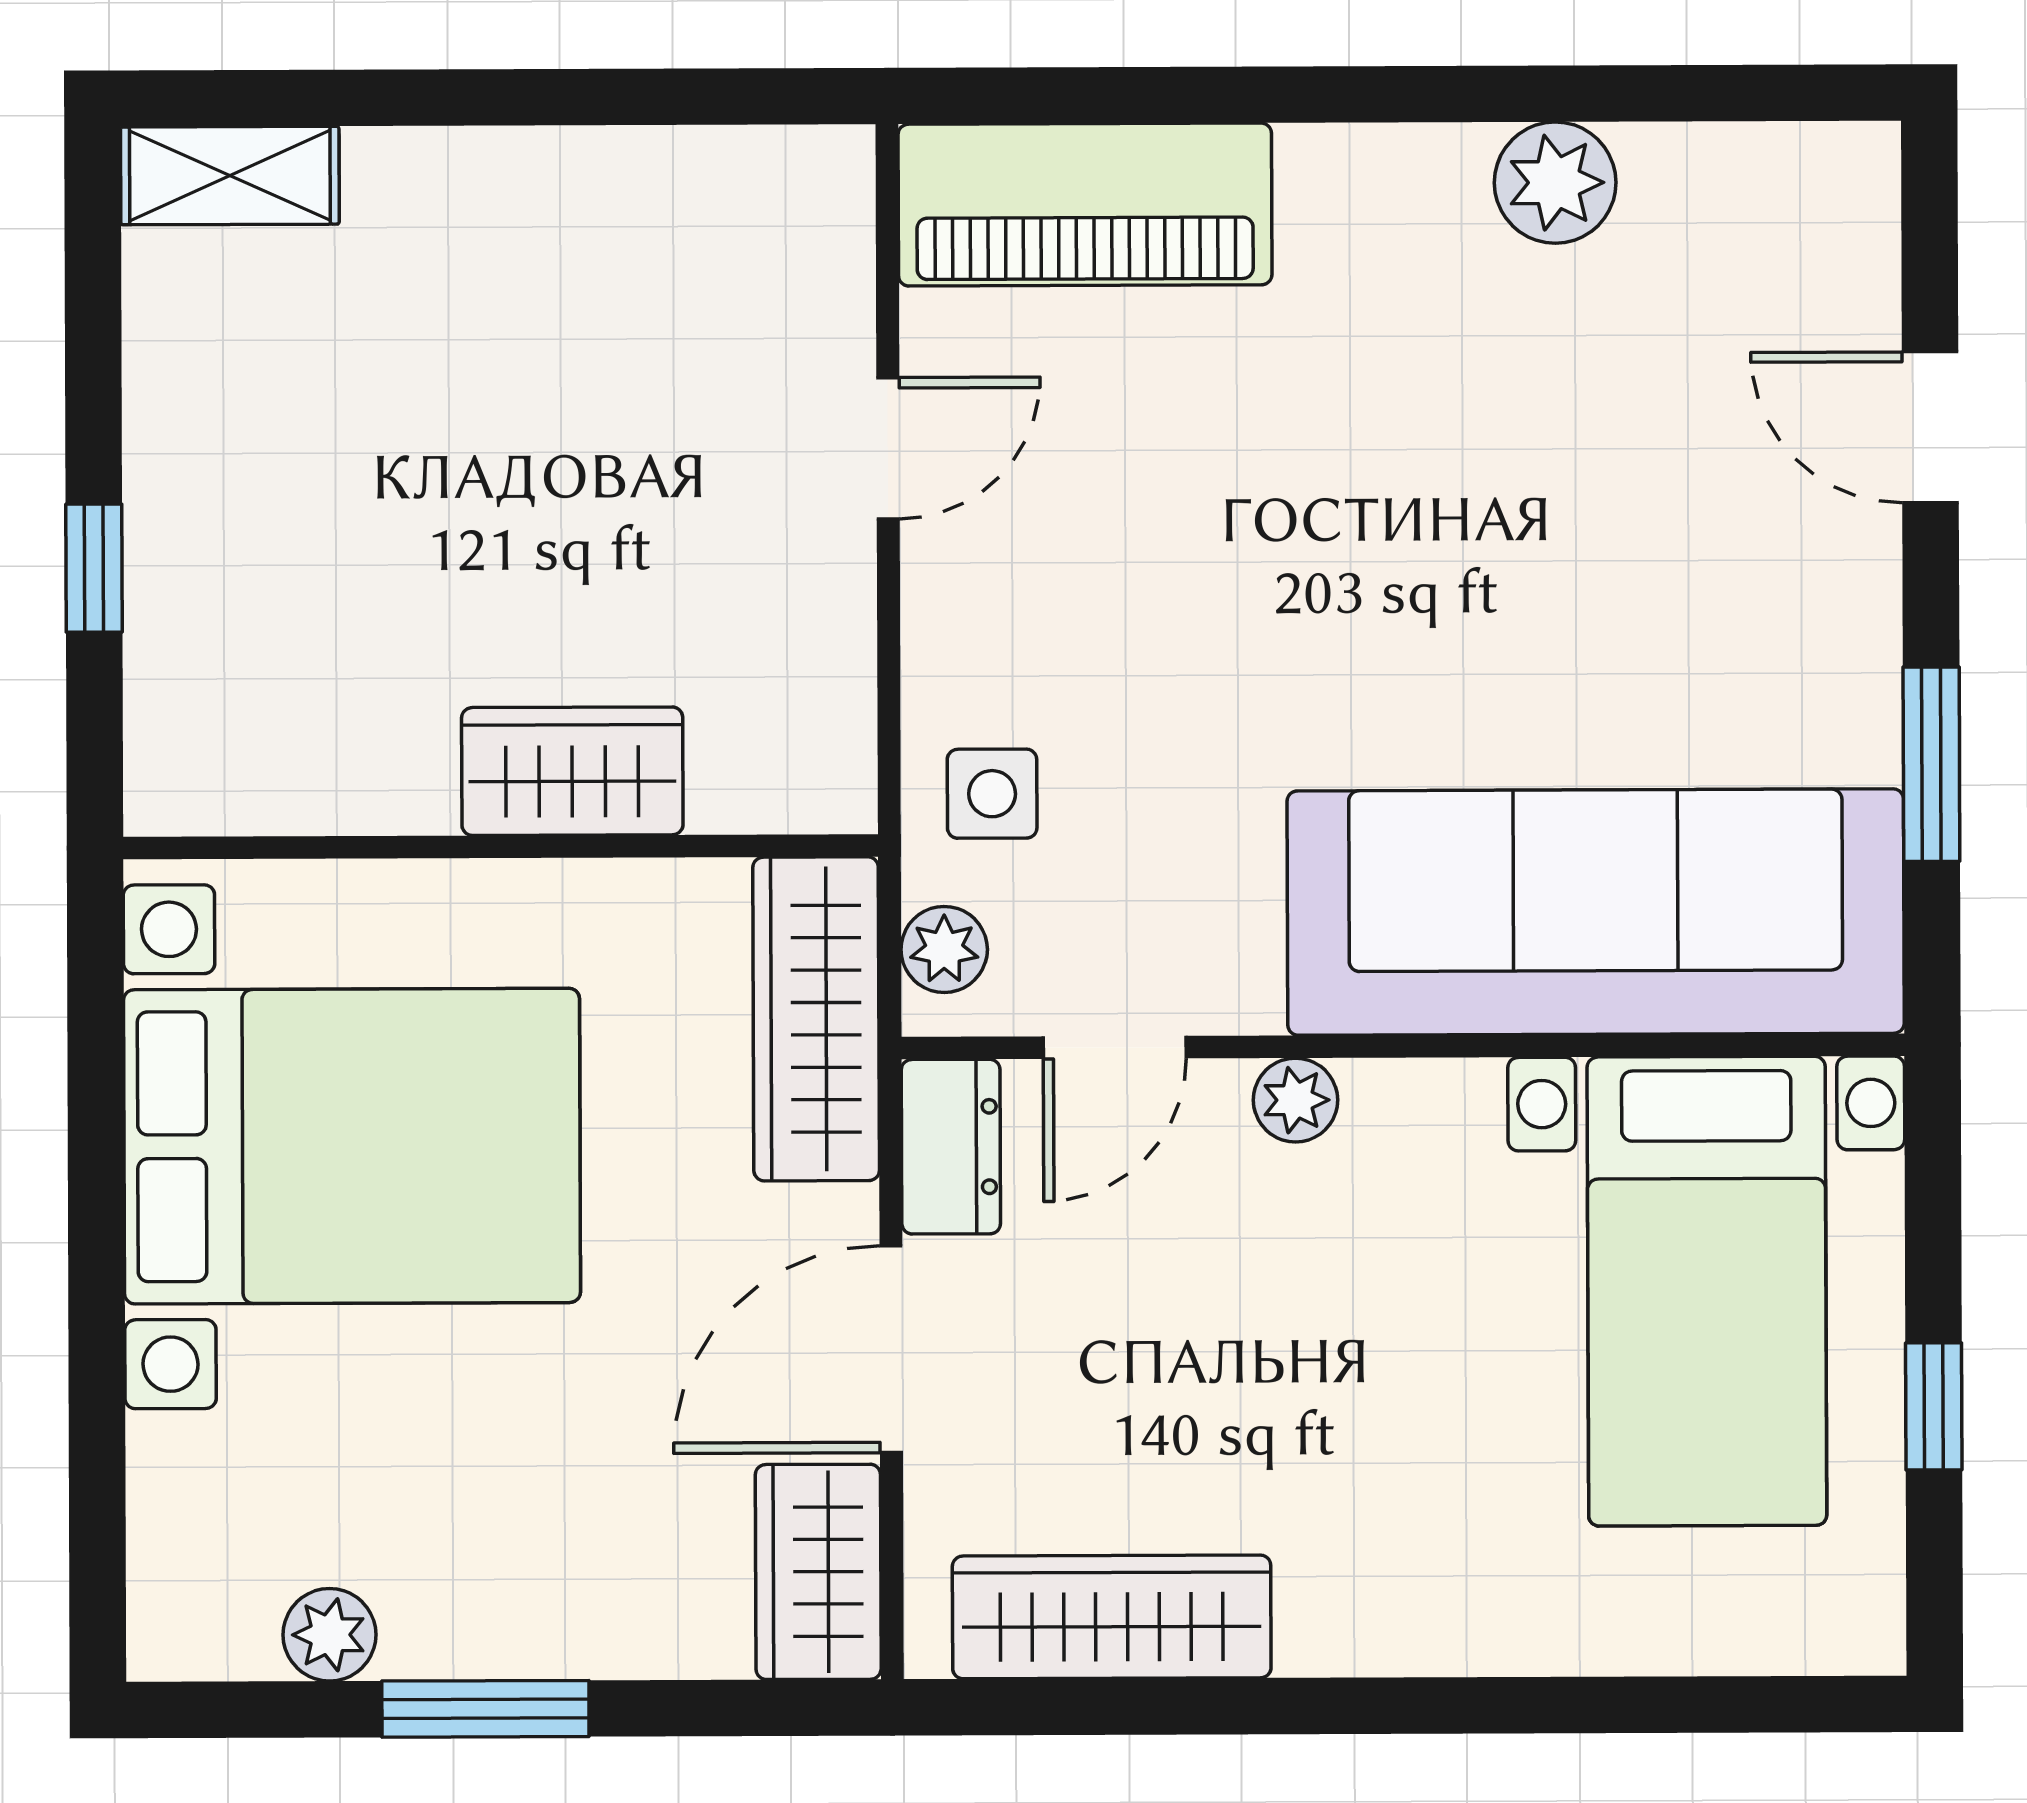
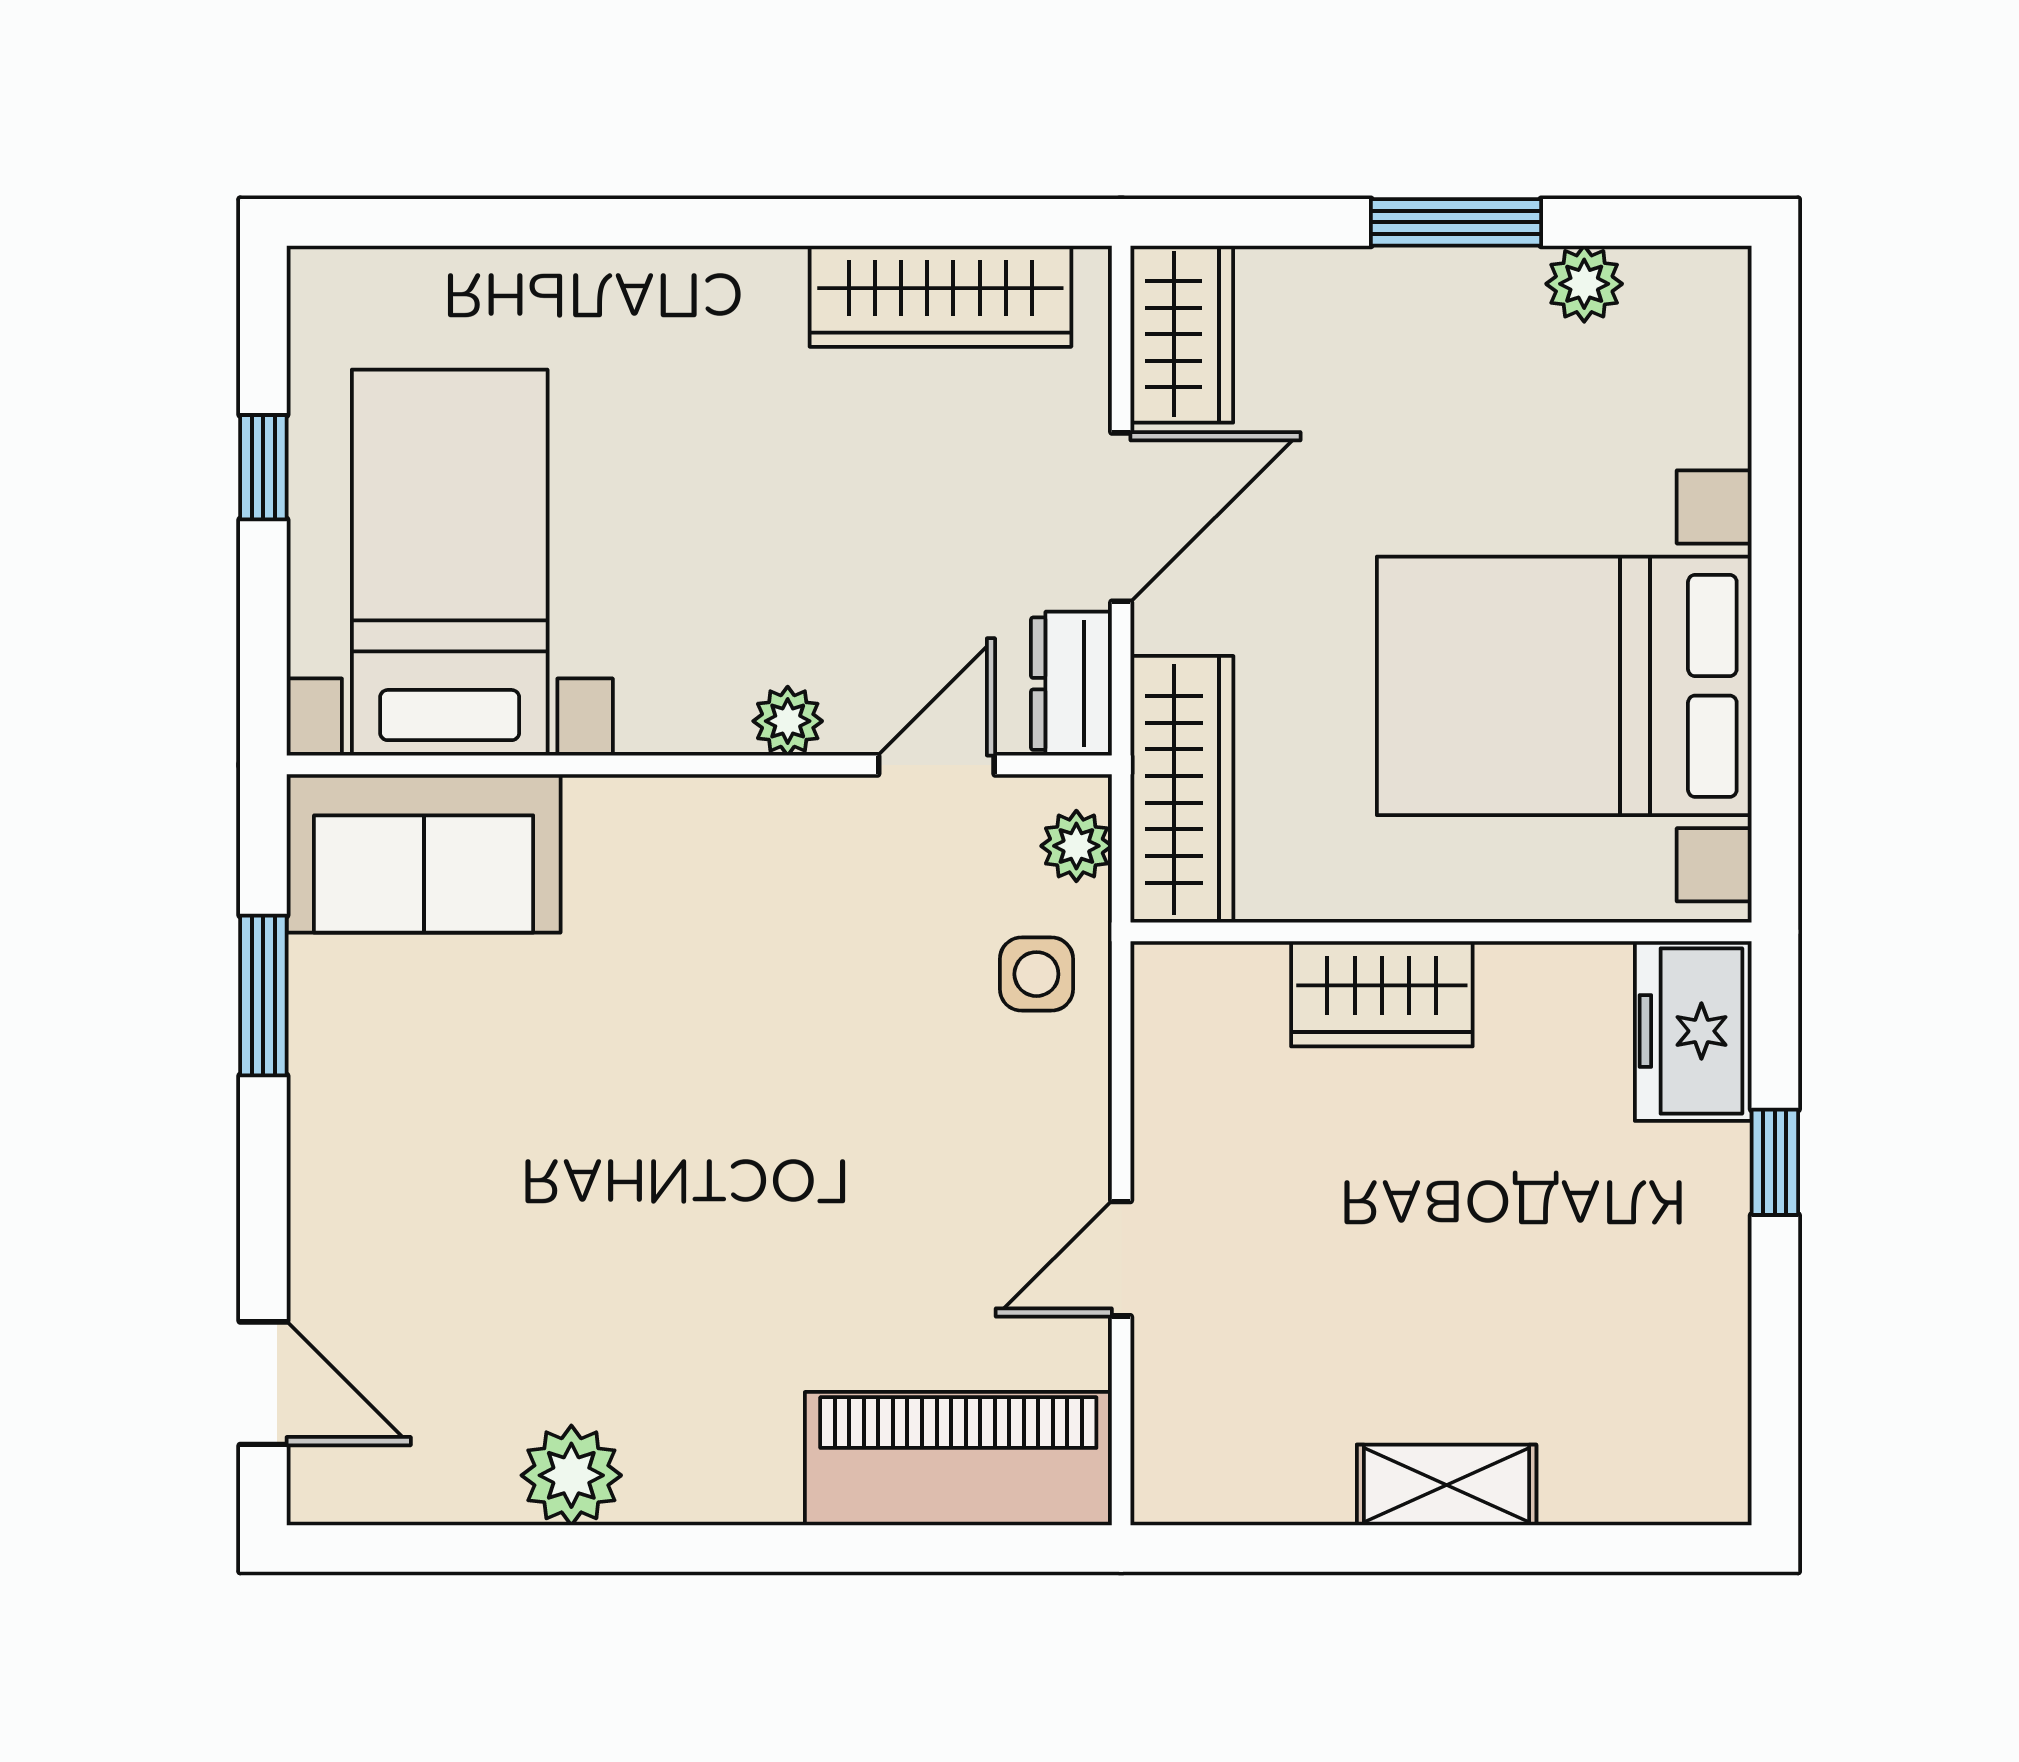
shelving: (230, 176) -> (1447, 1485), moved
door: (1930, 427) -> (263, 1383), moved
freezer: (194, 727) -> (1693, 1031), added
sofa: (1596, 912) -> (424, 853), width x0.54, depth x0.79

